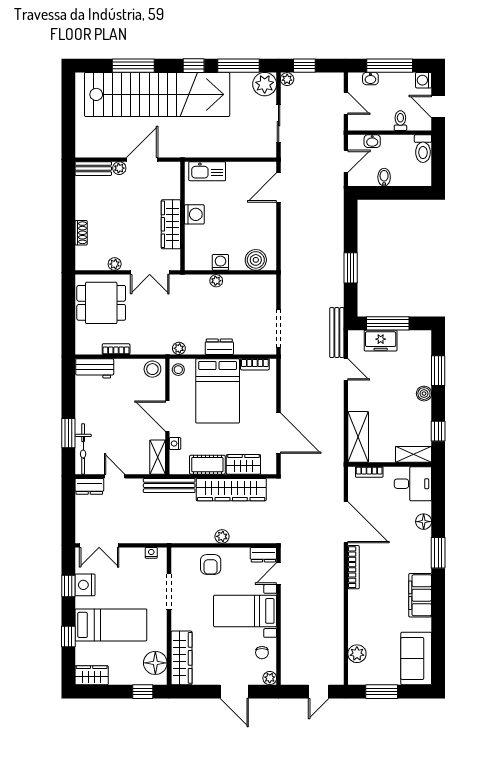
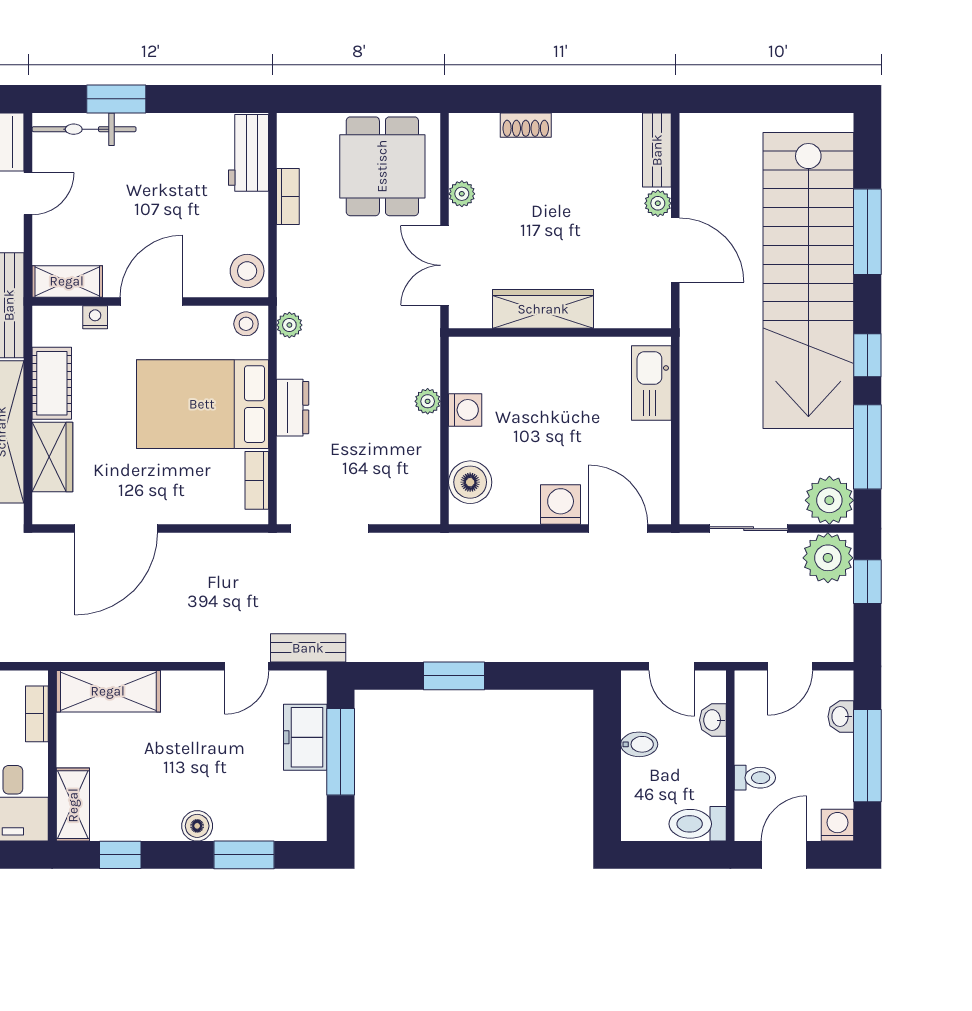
plant: (287, 79) -> (828, 558), width x1.88, depth x1.88
washing machine: (194, 214) -> (561, 505), moved, turned 180
bench: (337, 333) -> (308, 648), width x0.73

